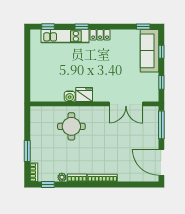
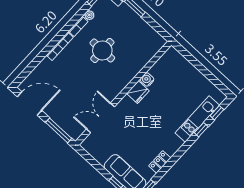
window: (82, 27) -> (201, 130), moved
locker: (100, 35) -> (160, 162), moved
window: (161, 82) -> (92, 161), removed
round table: (71, 126) -> (102, 50), moved

